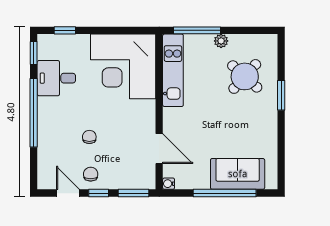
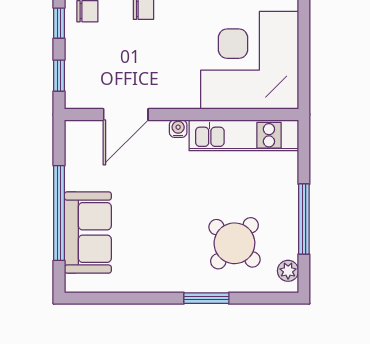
window: (197, 30) -> (304, 219), moved
plant: (221, 41) -> (288, 271), moved
water cooler: (169, 184) -> (178, 129), moved
window: (133, 193) -> (59, 76), width x0.67

